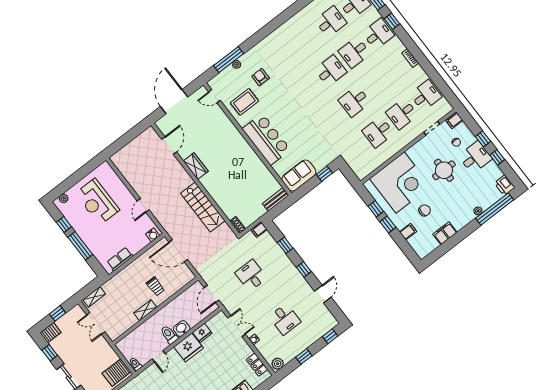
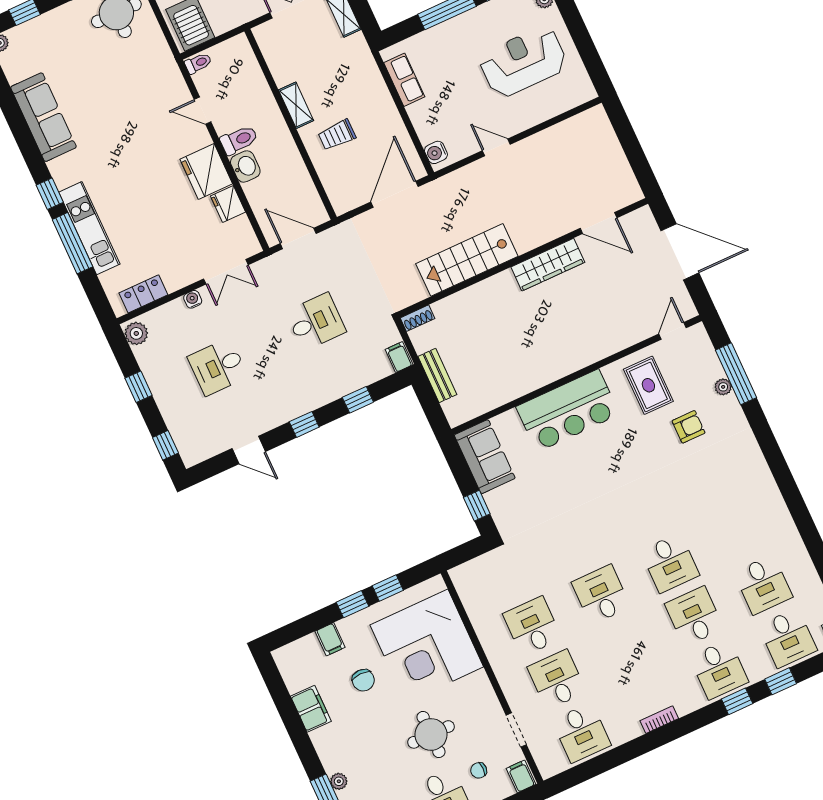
wardrobe: (196, 166) -> (548, 265), width x1.50
bench: (276, 199) -> (437, 375), moved

